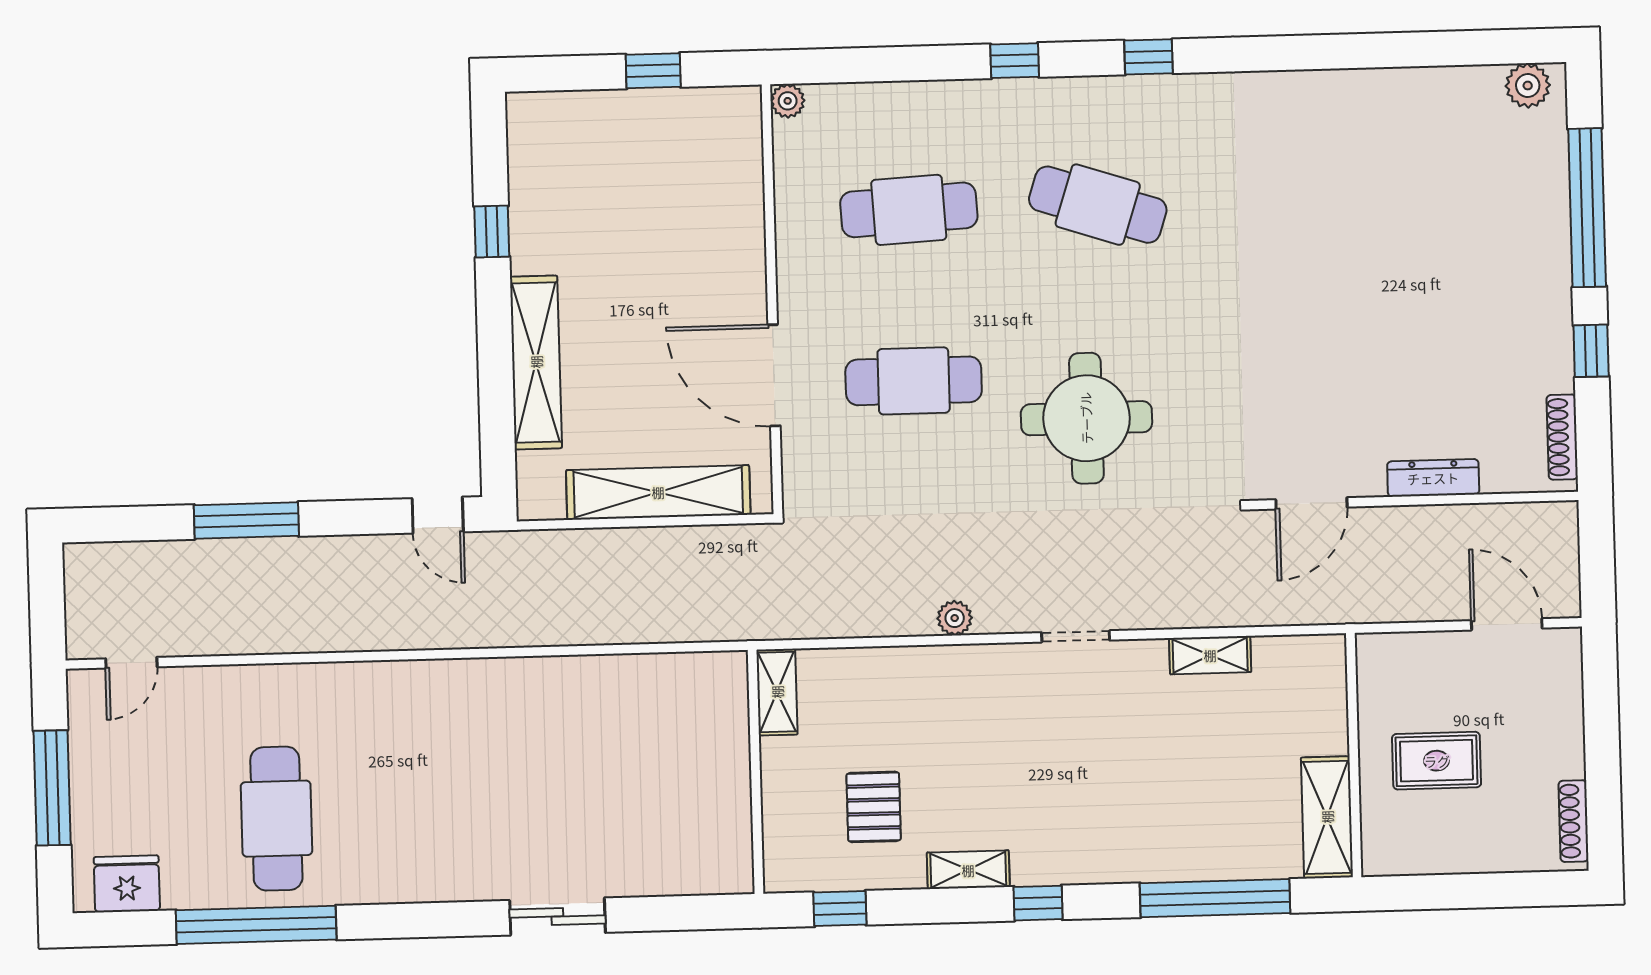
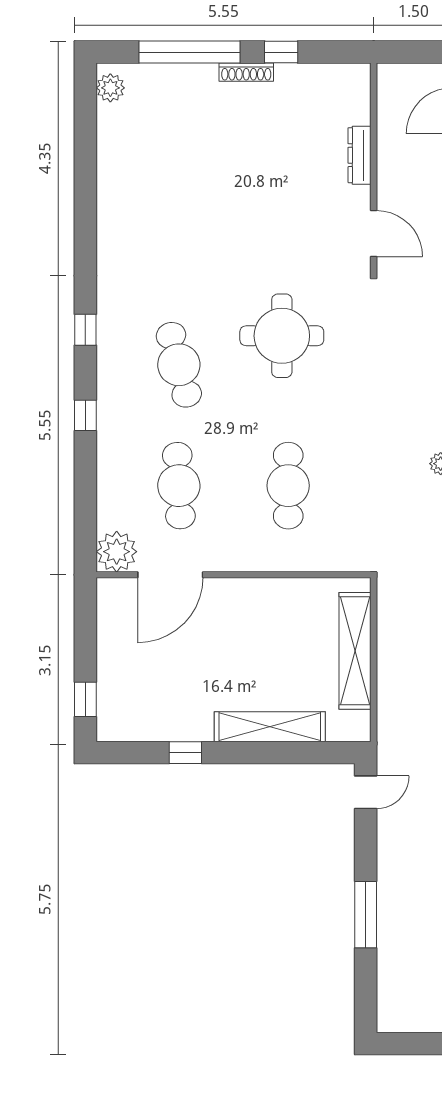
window: (653, 71) -> (85, 699), moved
plant: (788, 101) -> (117, 552), width x1.87, depth x1.87
cafe table: (1098, 205) -> (179, 365), turned -33
door: (774, 375) -> (170, 575), moved
round table: (1086, 418) -> (282, 336), moved
shoe rack: (1562, 437) -> (246, 72), moved

